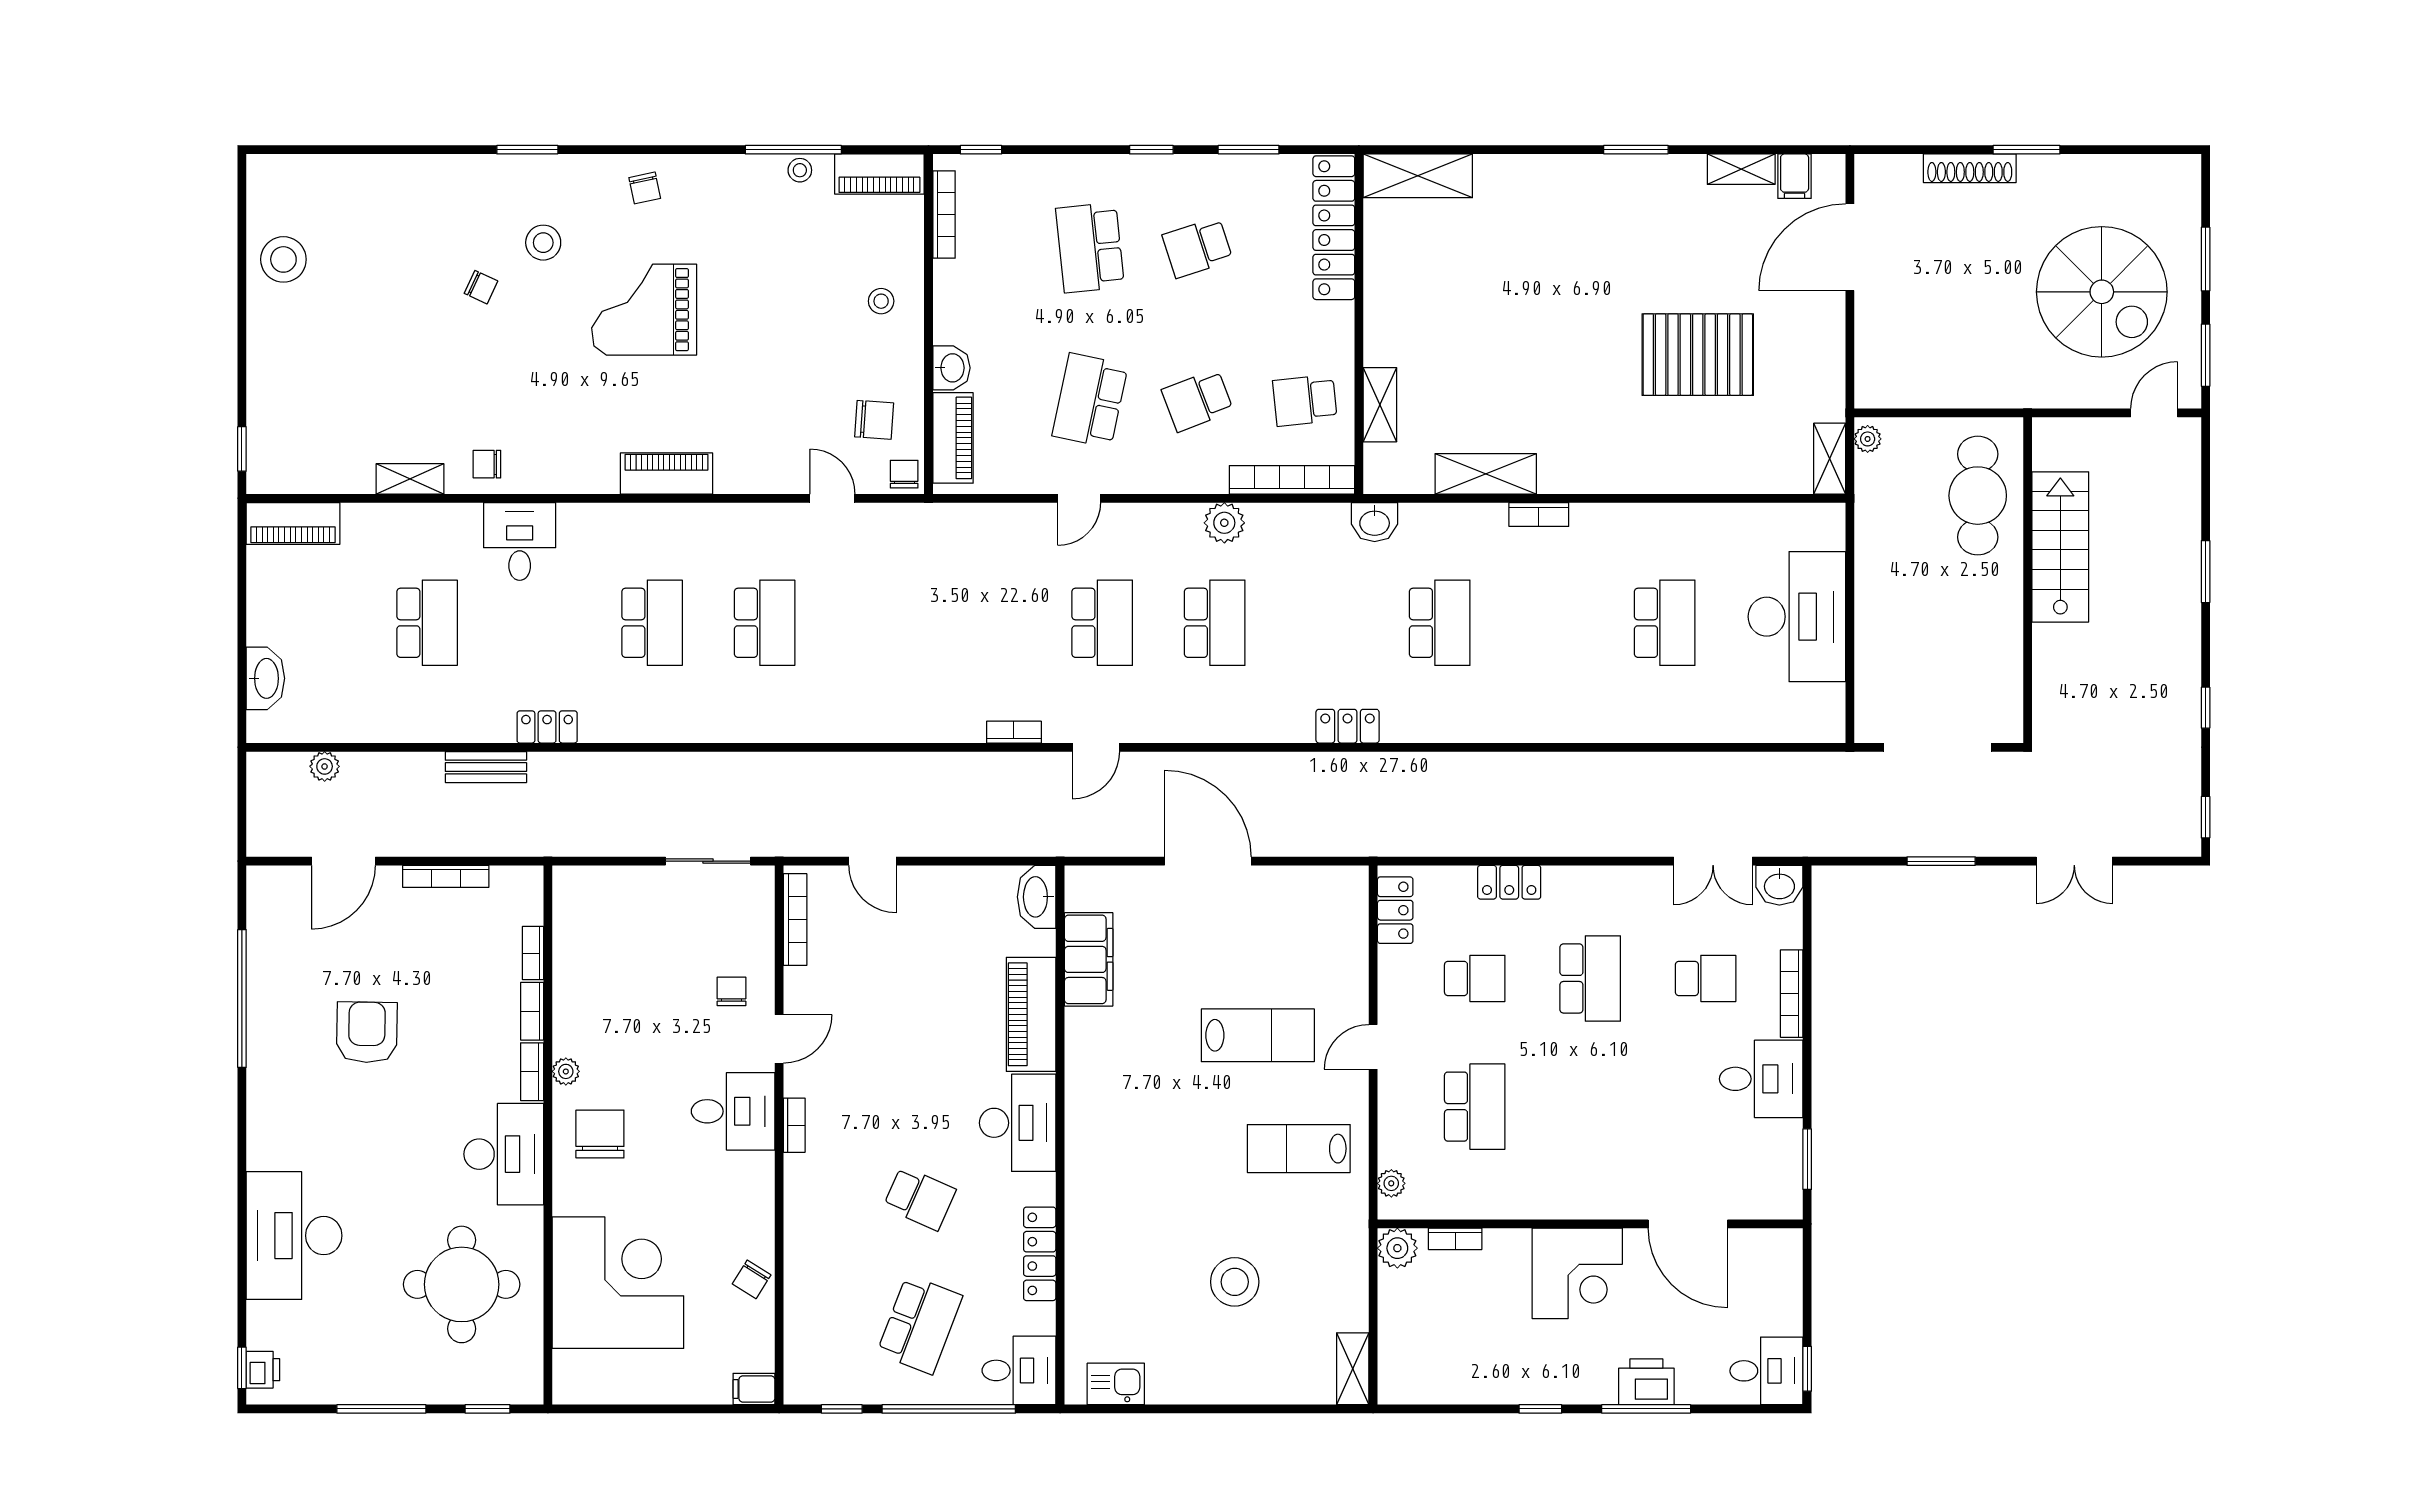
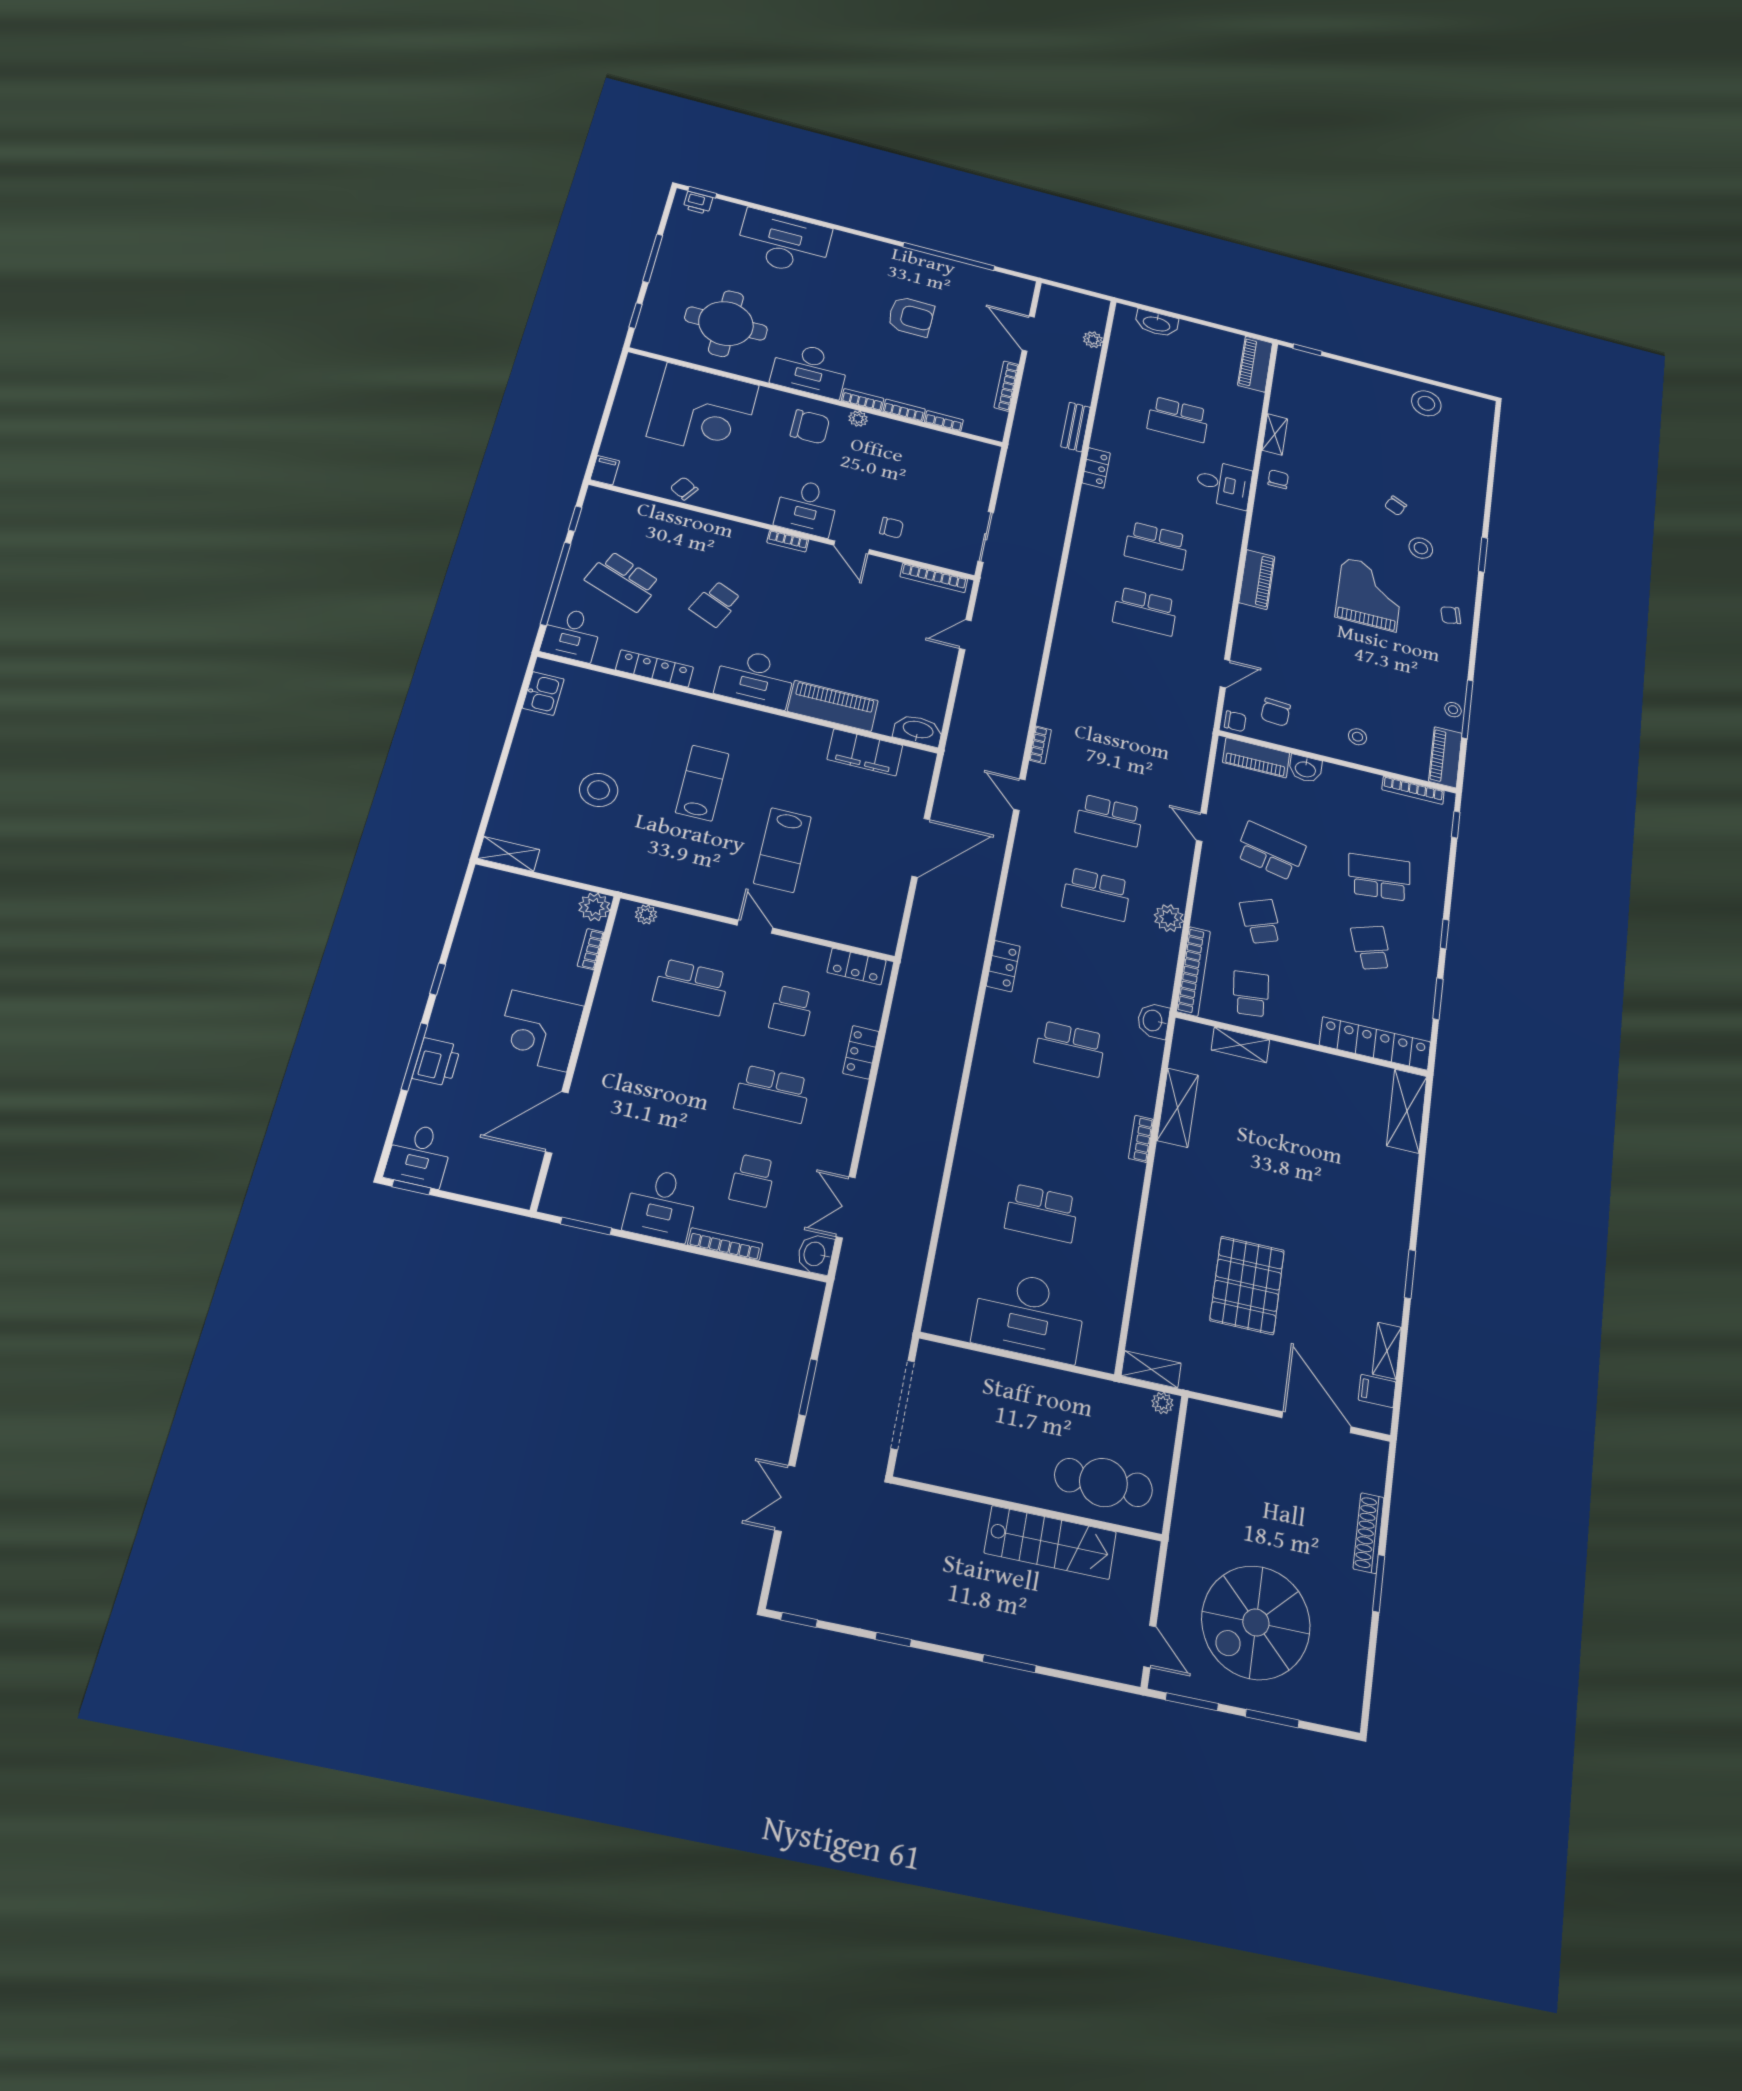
lab bench: (1299, 1149) -> (702, 783), moved

